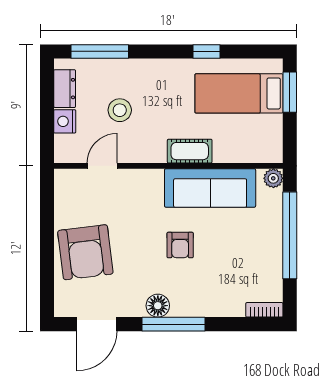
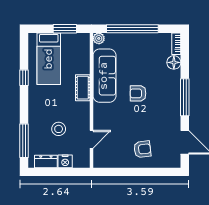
window: (290, 92) -> (65, 29), moved
door: (102, 166) -> (91, 139), swing flipped
armchair: (180, 245) -> (138, 93), turned 180
armchair: (85, 252) -> (142, 149), width x0.53, depth x0.53
floor lamp: (158, 306) -> (174, 62), moved

